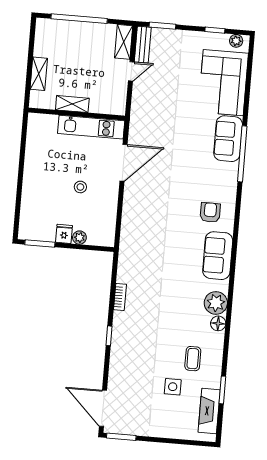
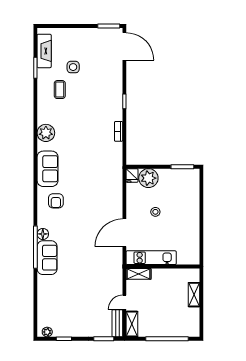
corner sofa: (223, 83) -> (54, 300), removed
shelving: (72, 104) -> (138, 274), moved
fridge: (64, 234) -> (132, 175), moved
plant: (79, 238) -> (148, 178), width x1.87, depth x1.87
floor lamp: (218, 323) -> (43, 234), moved

